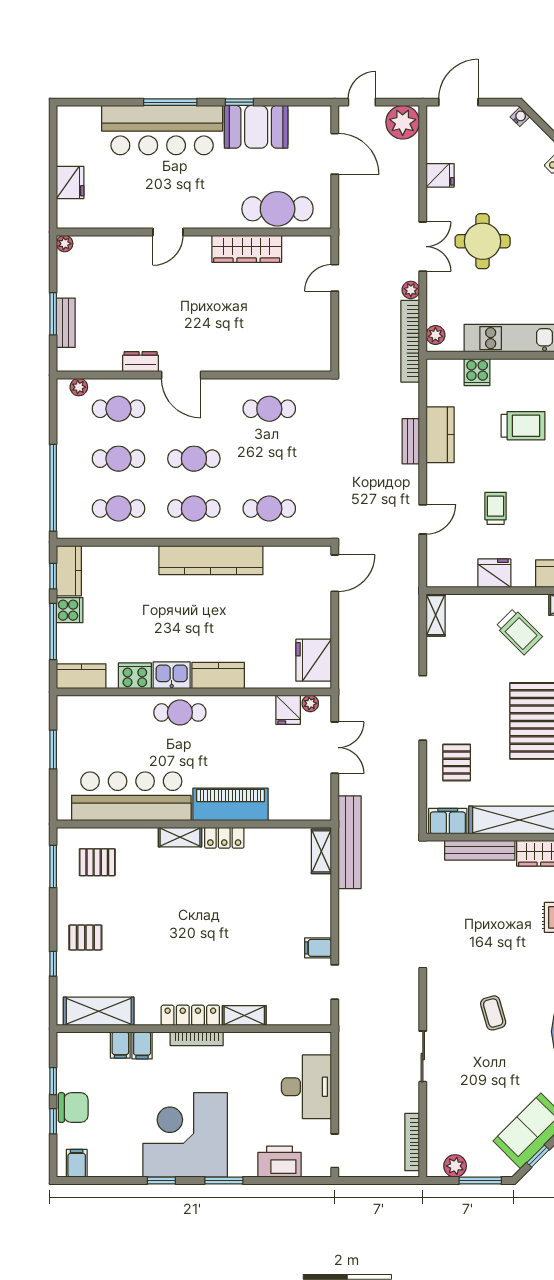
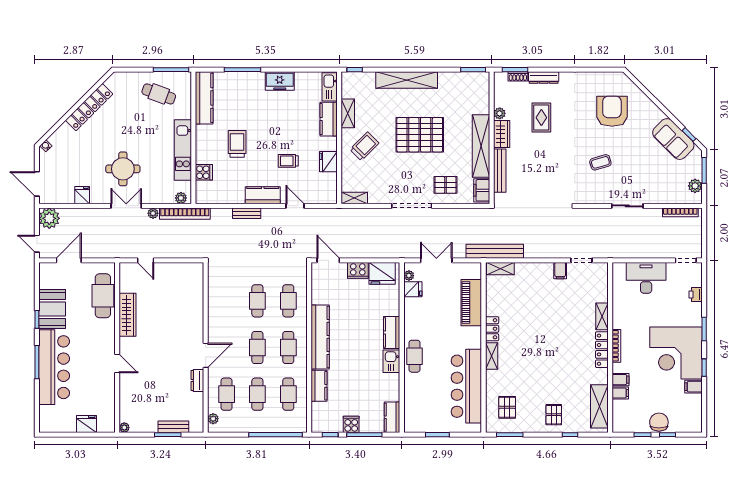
cafe table: (269, 409) -> (257, 301), moved
kitchen counter: (440, 435) -> (263, 195), moved
kitchen counter: (69, 571) -> (319, 386), moved, turned 90
cooker: (135, 676) -> (358, 270), moved, turned -90
piano: (230, 804) -> (471, 303), moved
printer: (280, 1162) -> (696, 294), width x0.53, depth x0.68
filing cabinet: (77, 1163) -> (693, 387), moved

